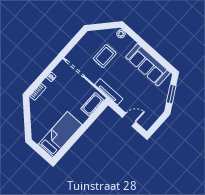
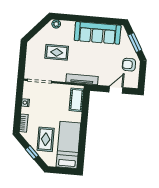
rug: (105, 56) -> (57, 52), turned 90
armchair: (154, 108) -> (129, 65), added
rug: (45, 117) -> (46, 139), added
window: (27, 119) -> (32, 152), added

